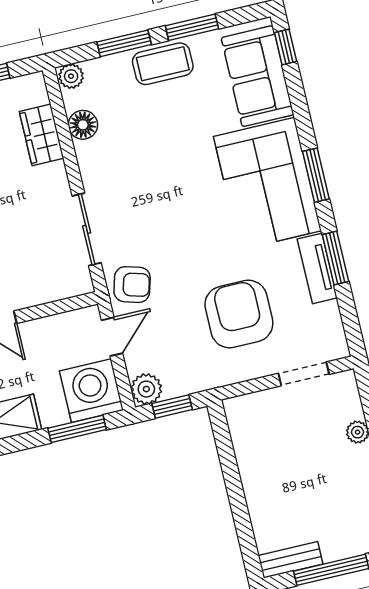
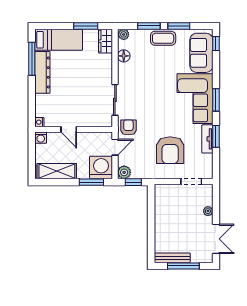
wardrobe: (42, 135) -> (105, 41), moved
armchair: (132, 285) -> (128, 127), turned -106
armchair: (239, 314) -> (170, 150), turned 180
bench: (291, 560) -> (172, 258), width x1.36

